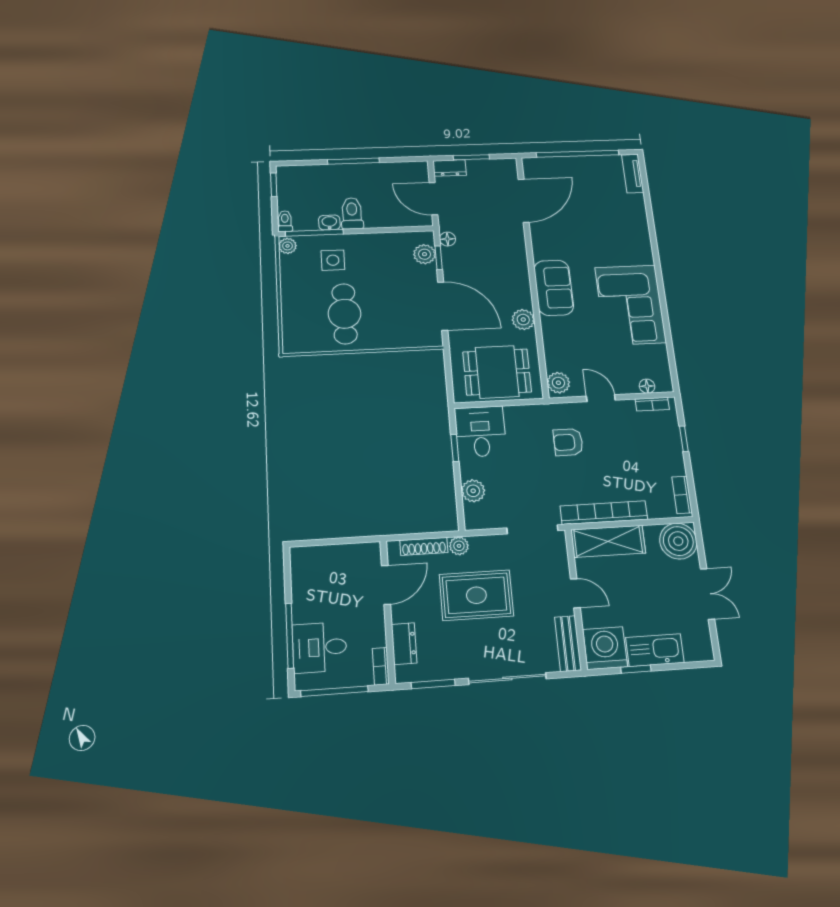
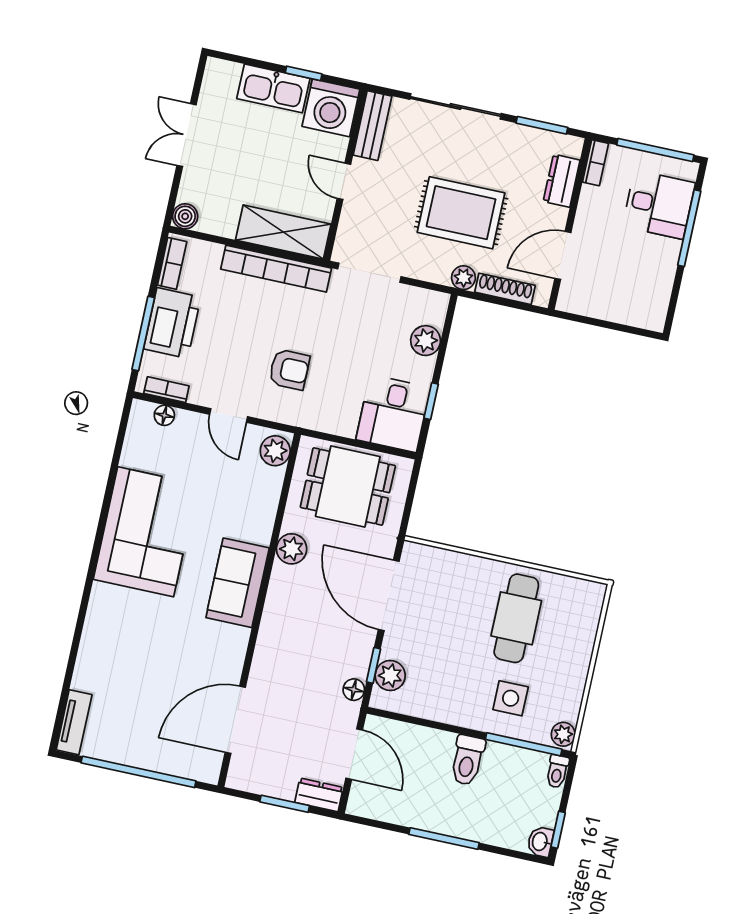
washbasin: (329, 222) -> (540, 842), moved, turned 90
window: (684, 439) -> (143, 333), width x2.17
printer: (666, 452) -> (172, 323), added
boiler: (678, 541) -> (185, 216), width x0.54, depth x0.54

